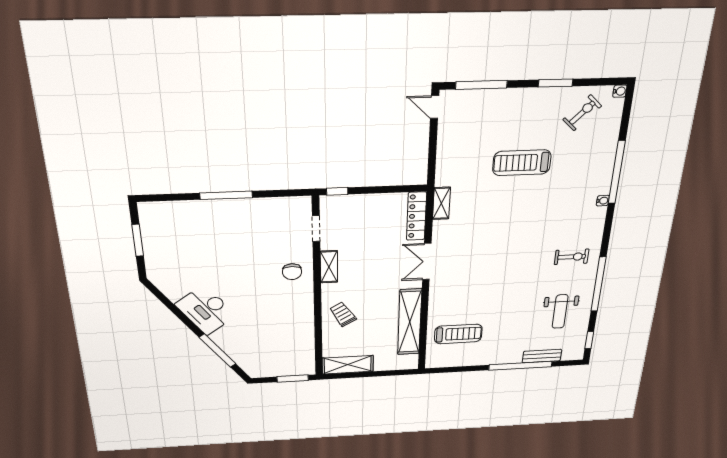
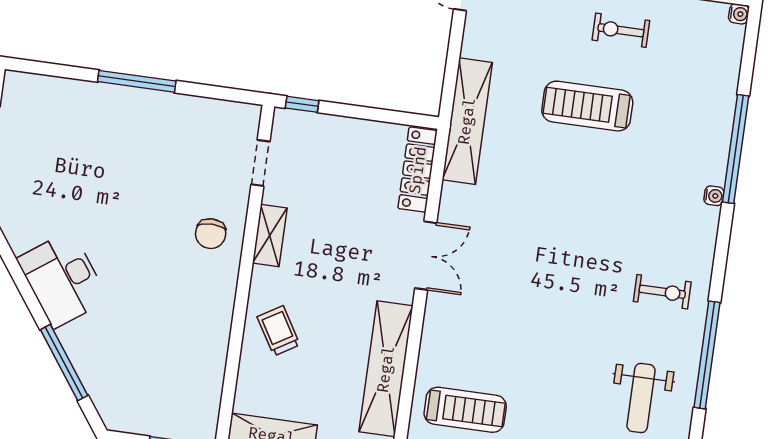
exercise bike: (582, 113) -> (621, 30), moved, turned -134
shelving: (441, 203) -> (467, 121), width x2.20, depth x1.33
double door: (427, 262) -> (426, 256), swing flipped

